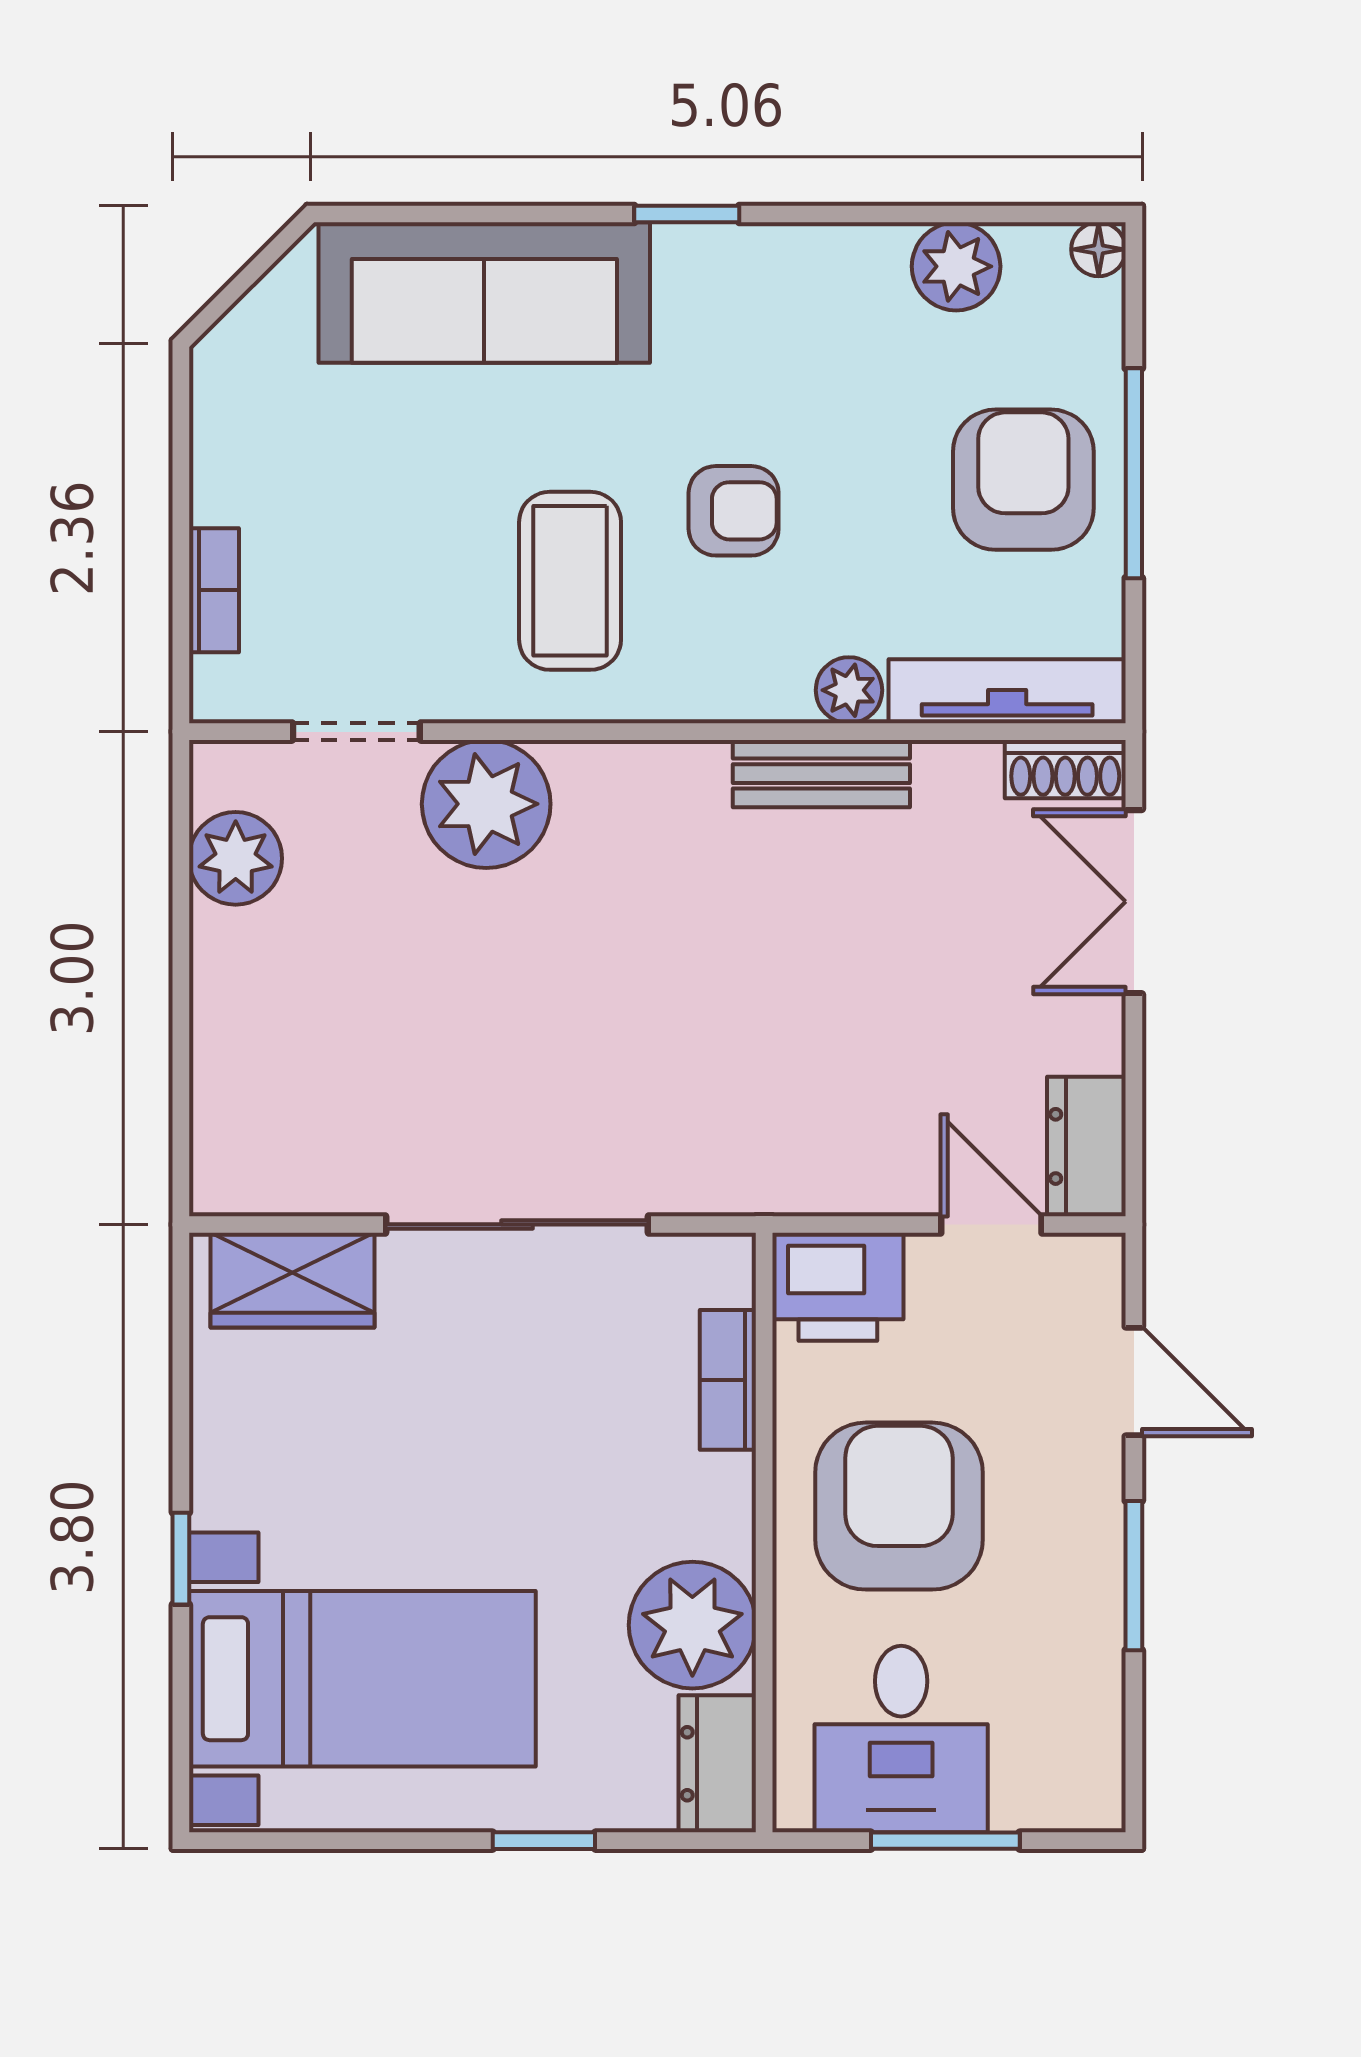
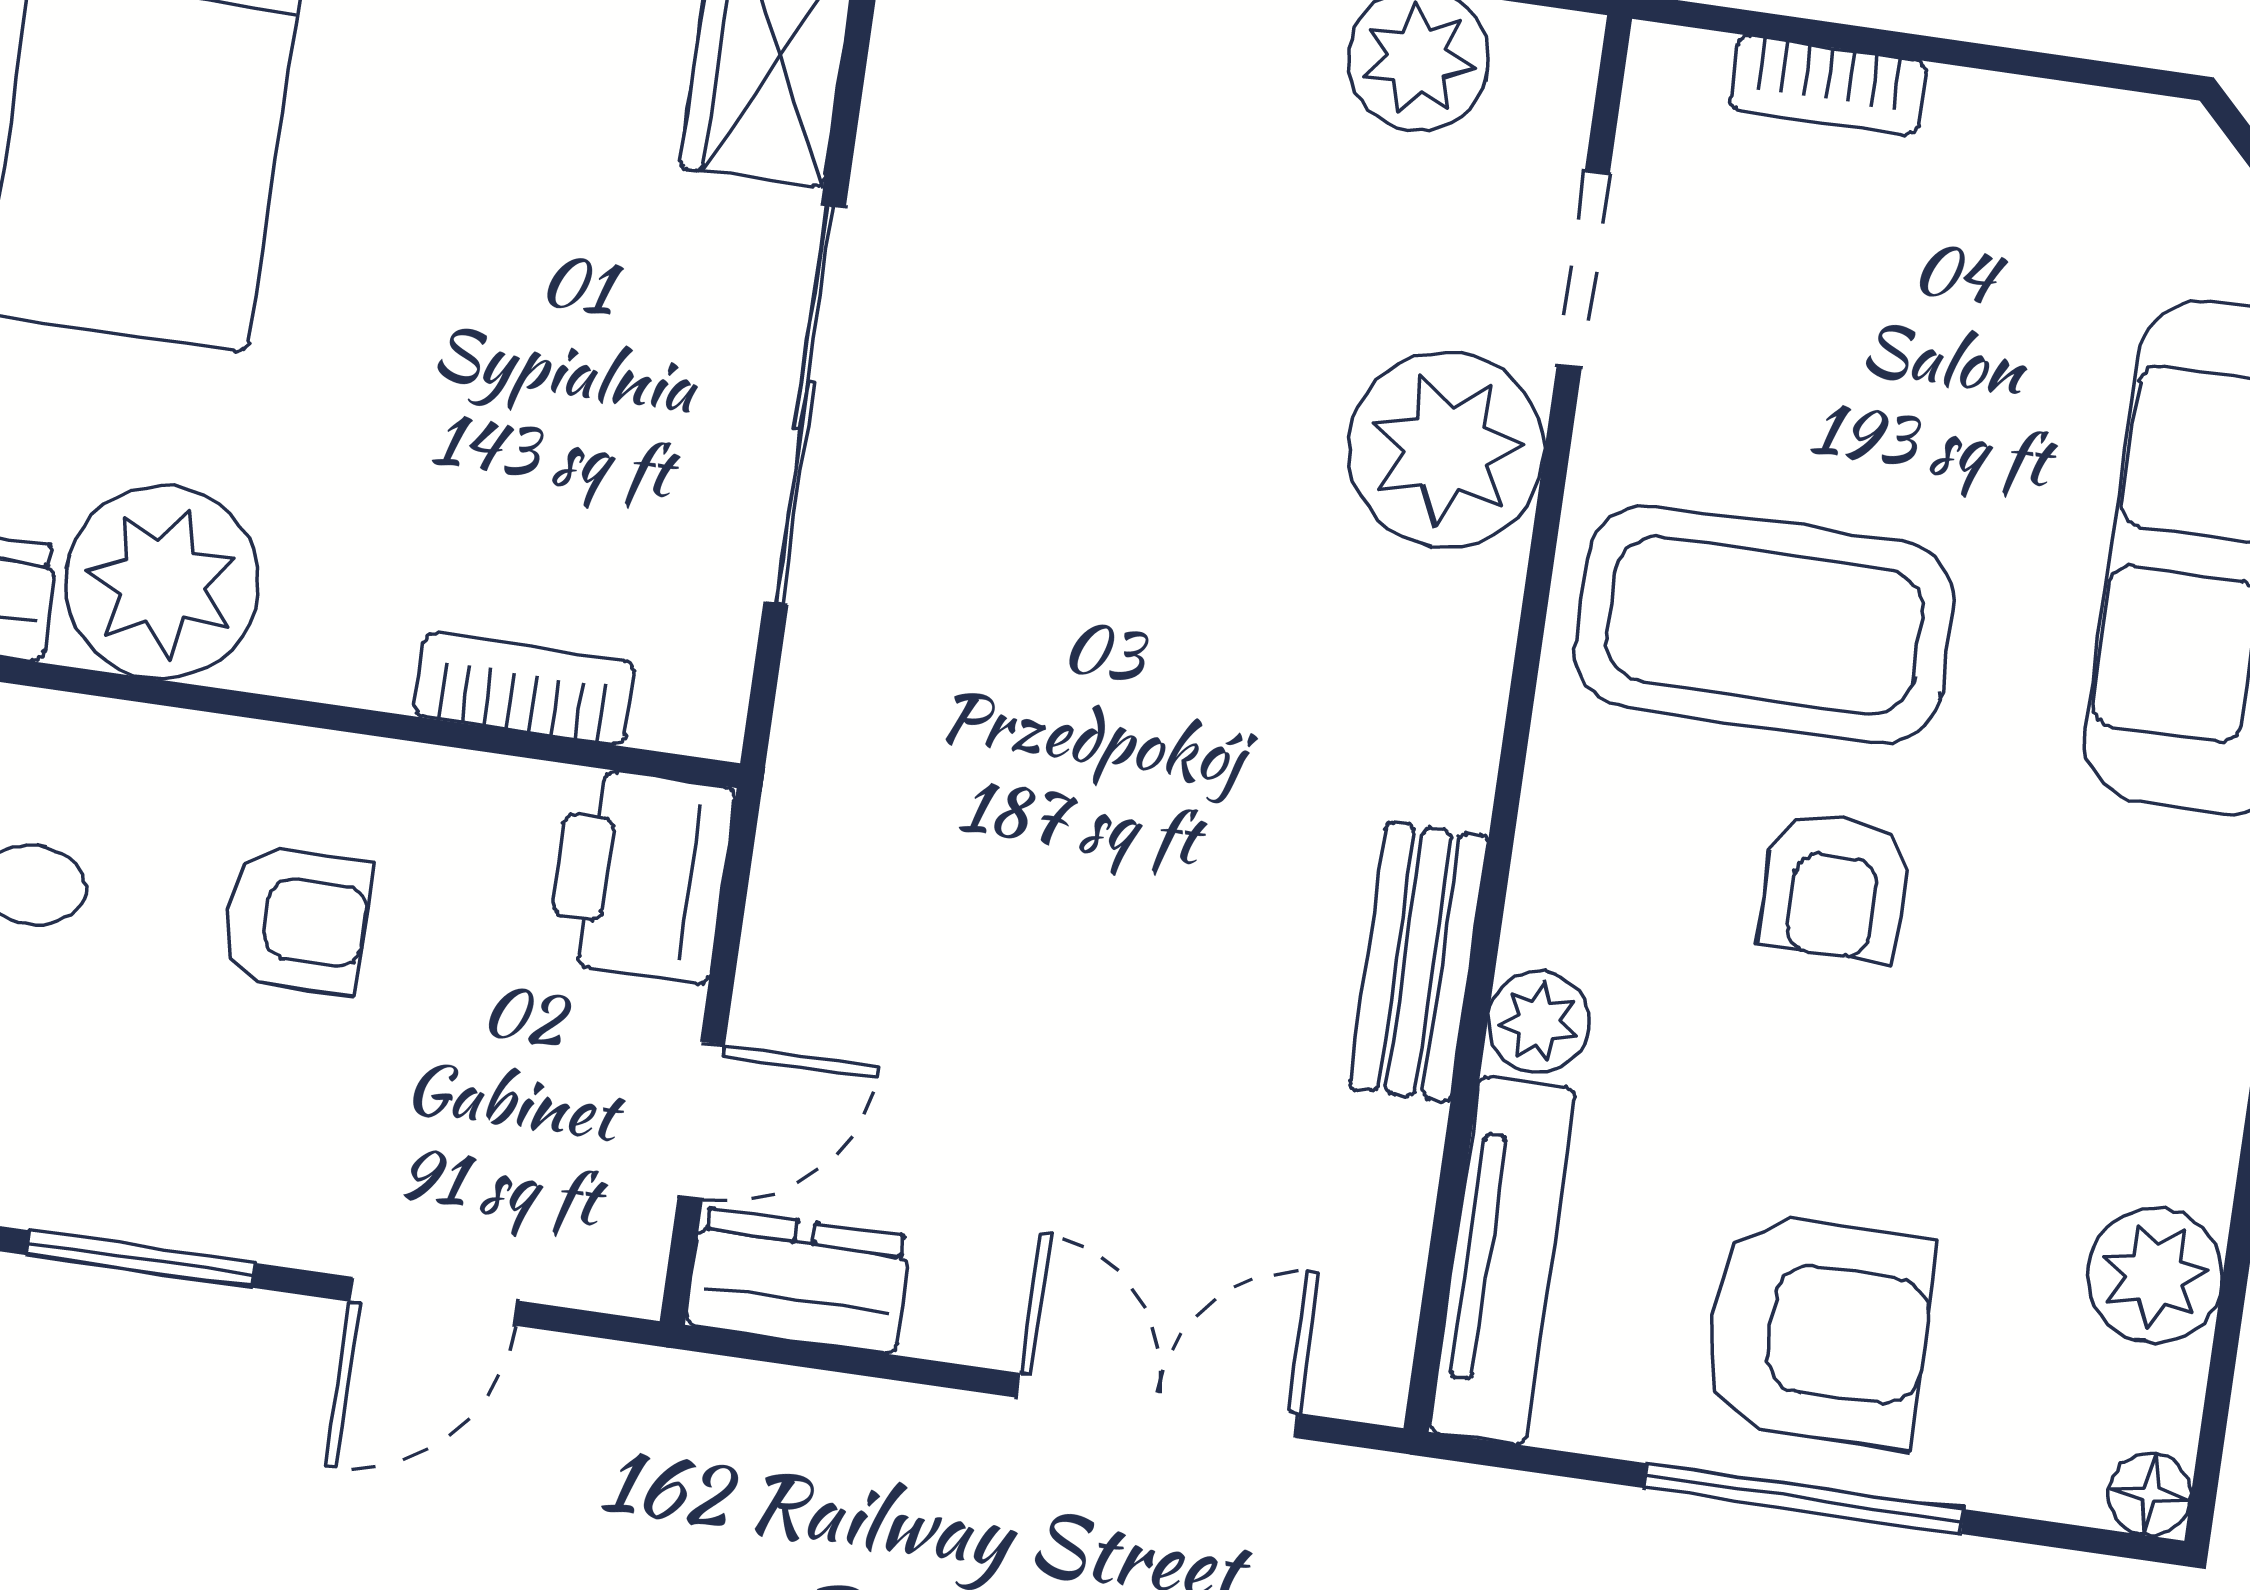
coffee table: (570, 581) -> (1764, 625), width x1.36, depth x1.32
shoe rack: (1065, 769) -> (1372, 1331), removed
armchair: (899, 1506) -> (297, 920), width x0.53, depth x0.53

